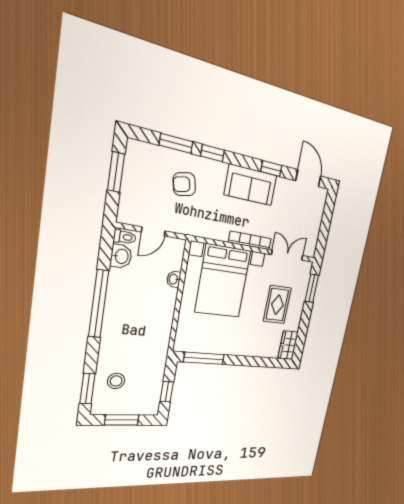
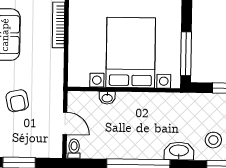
washbasin: (121, 256) -> (179, 151), moved, width x1.38
bed with nightstands: (223, 281) -> (131, 53), moved, turned -90

